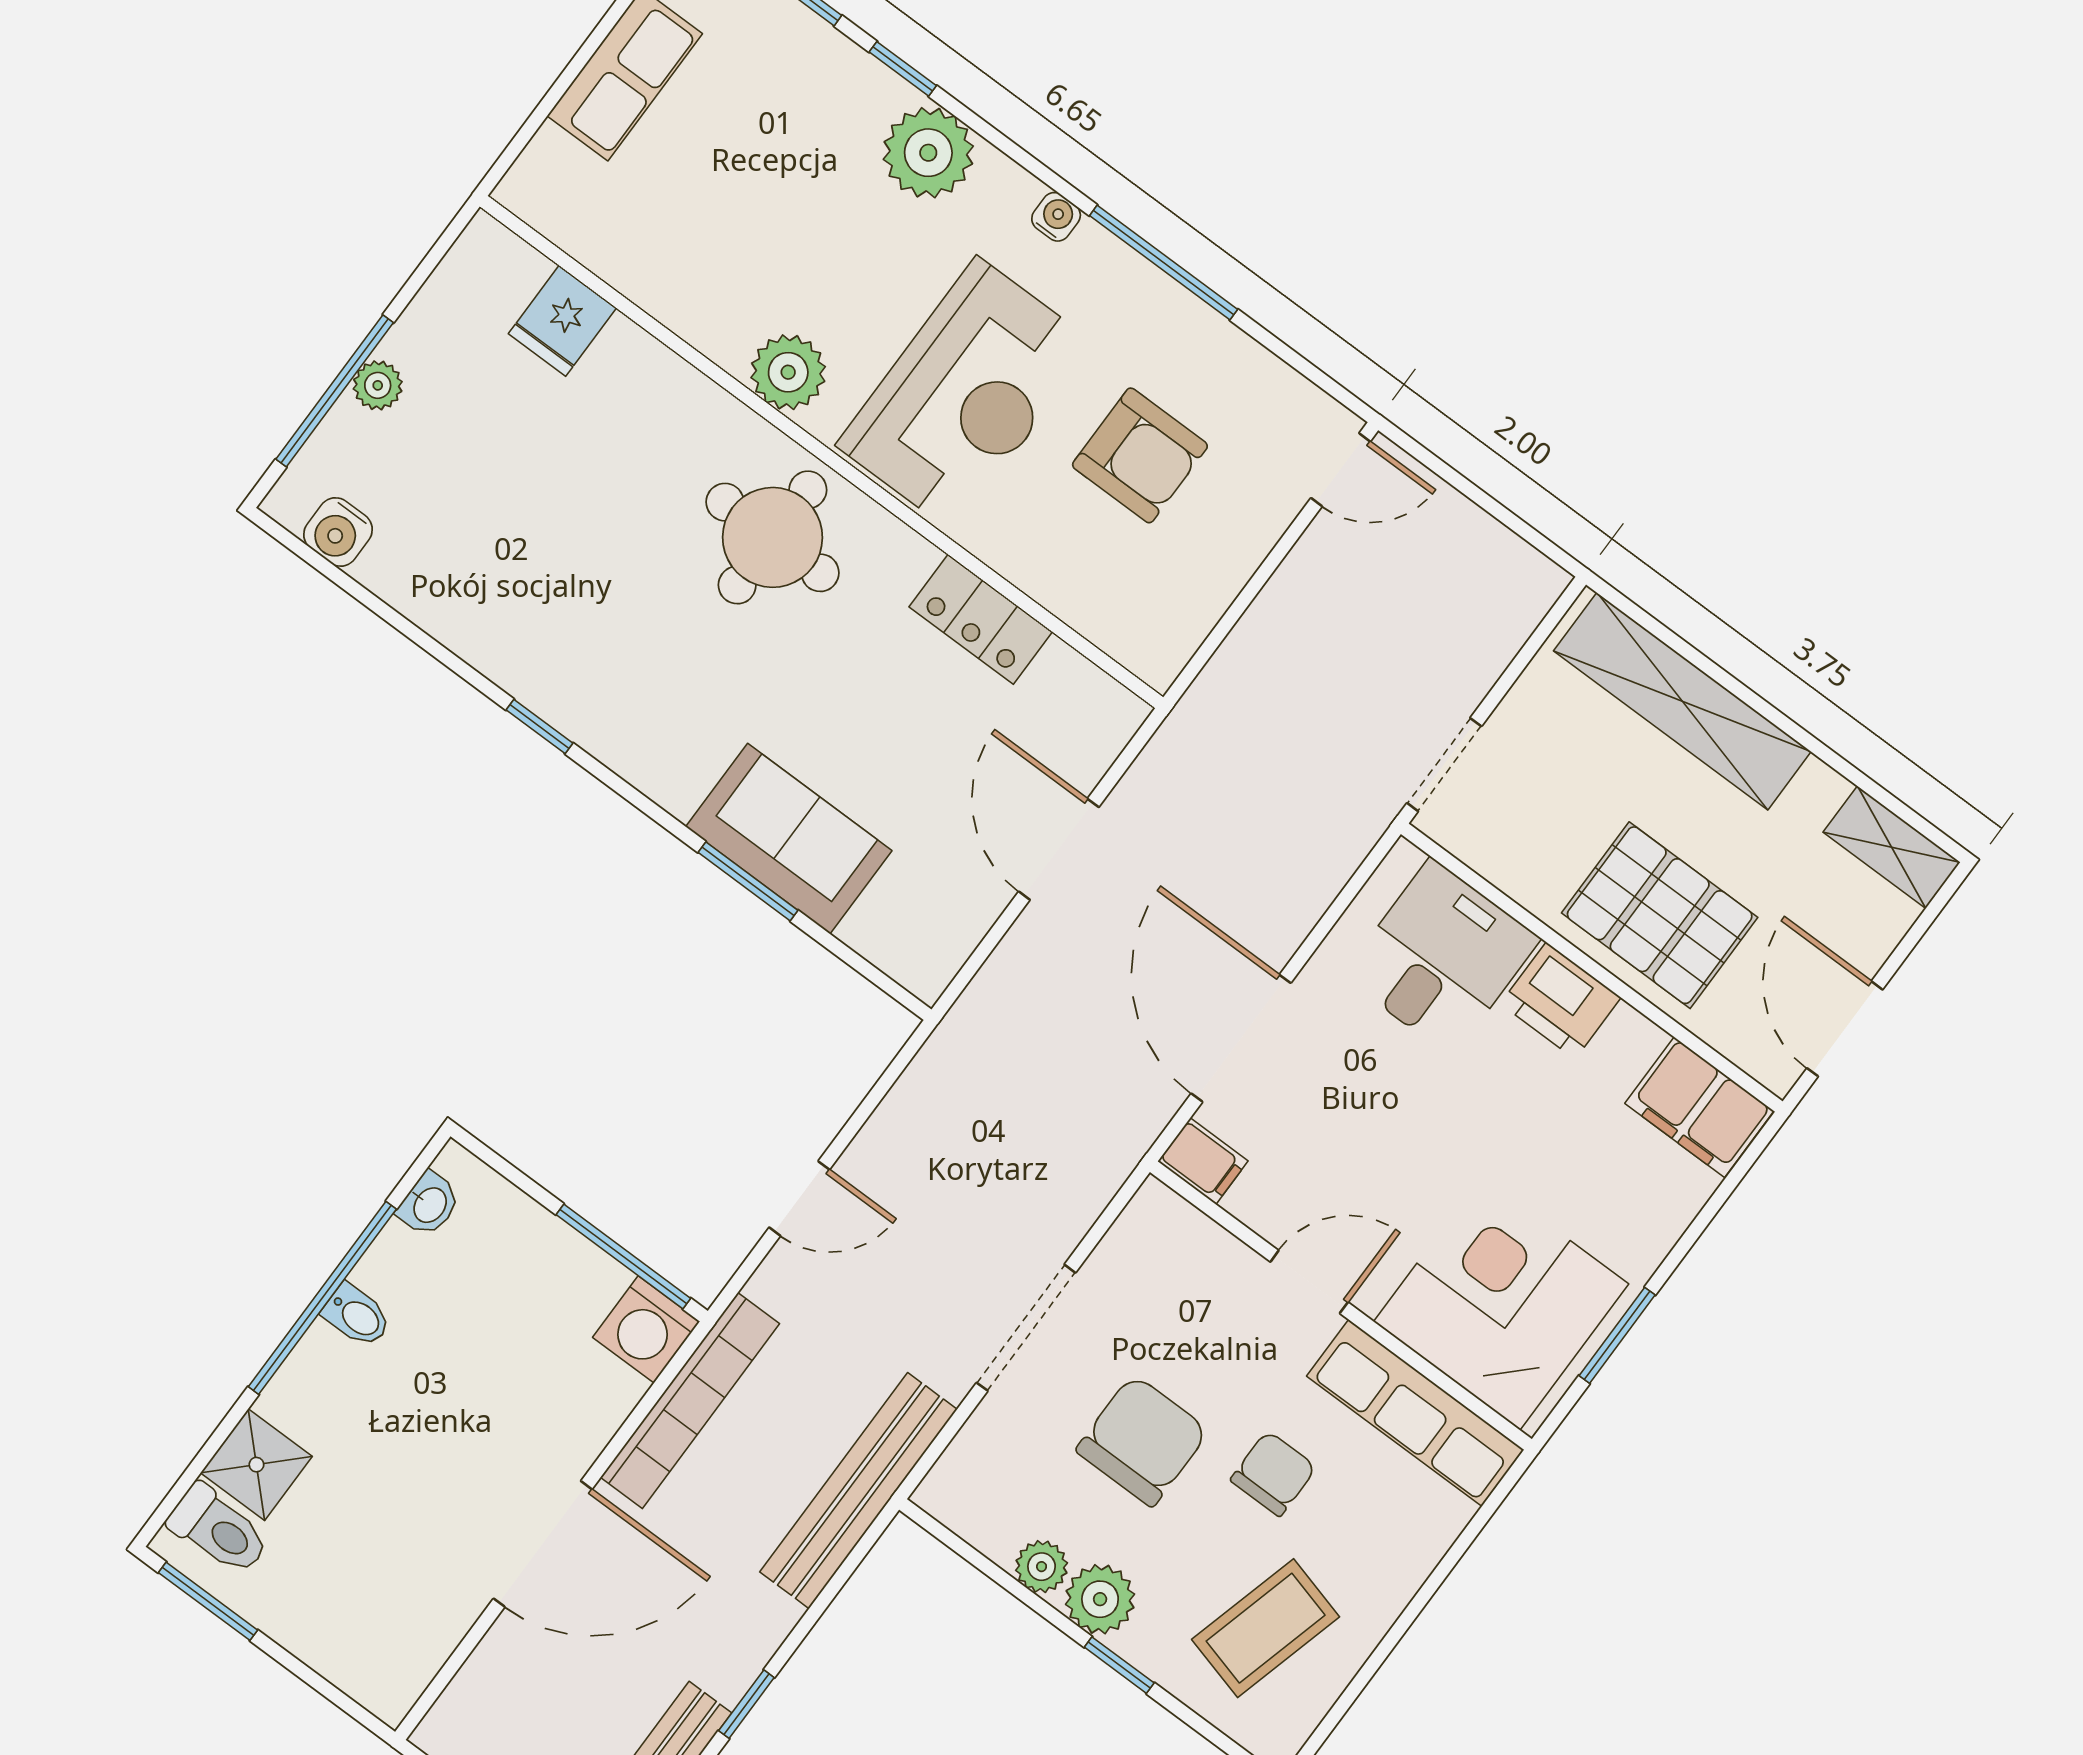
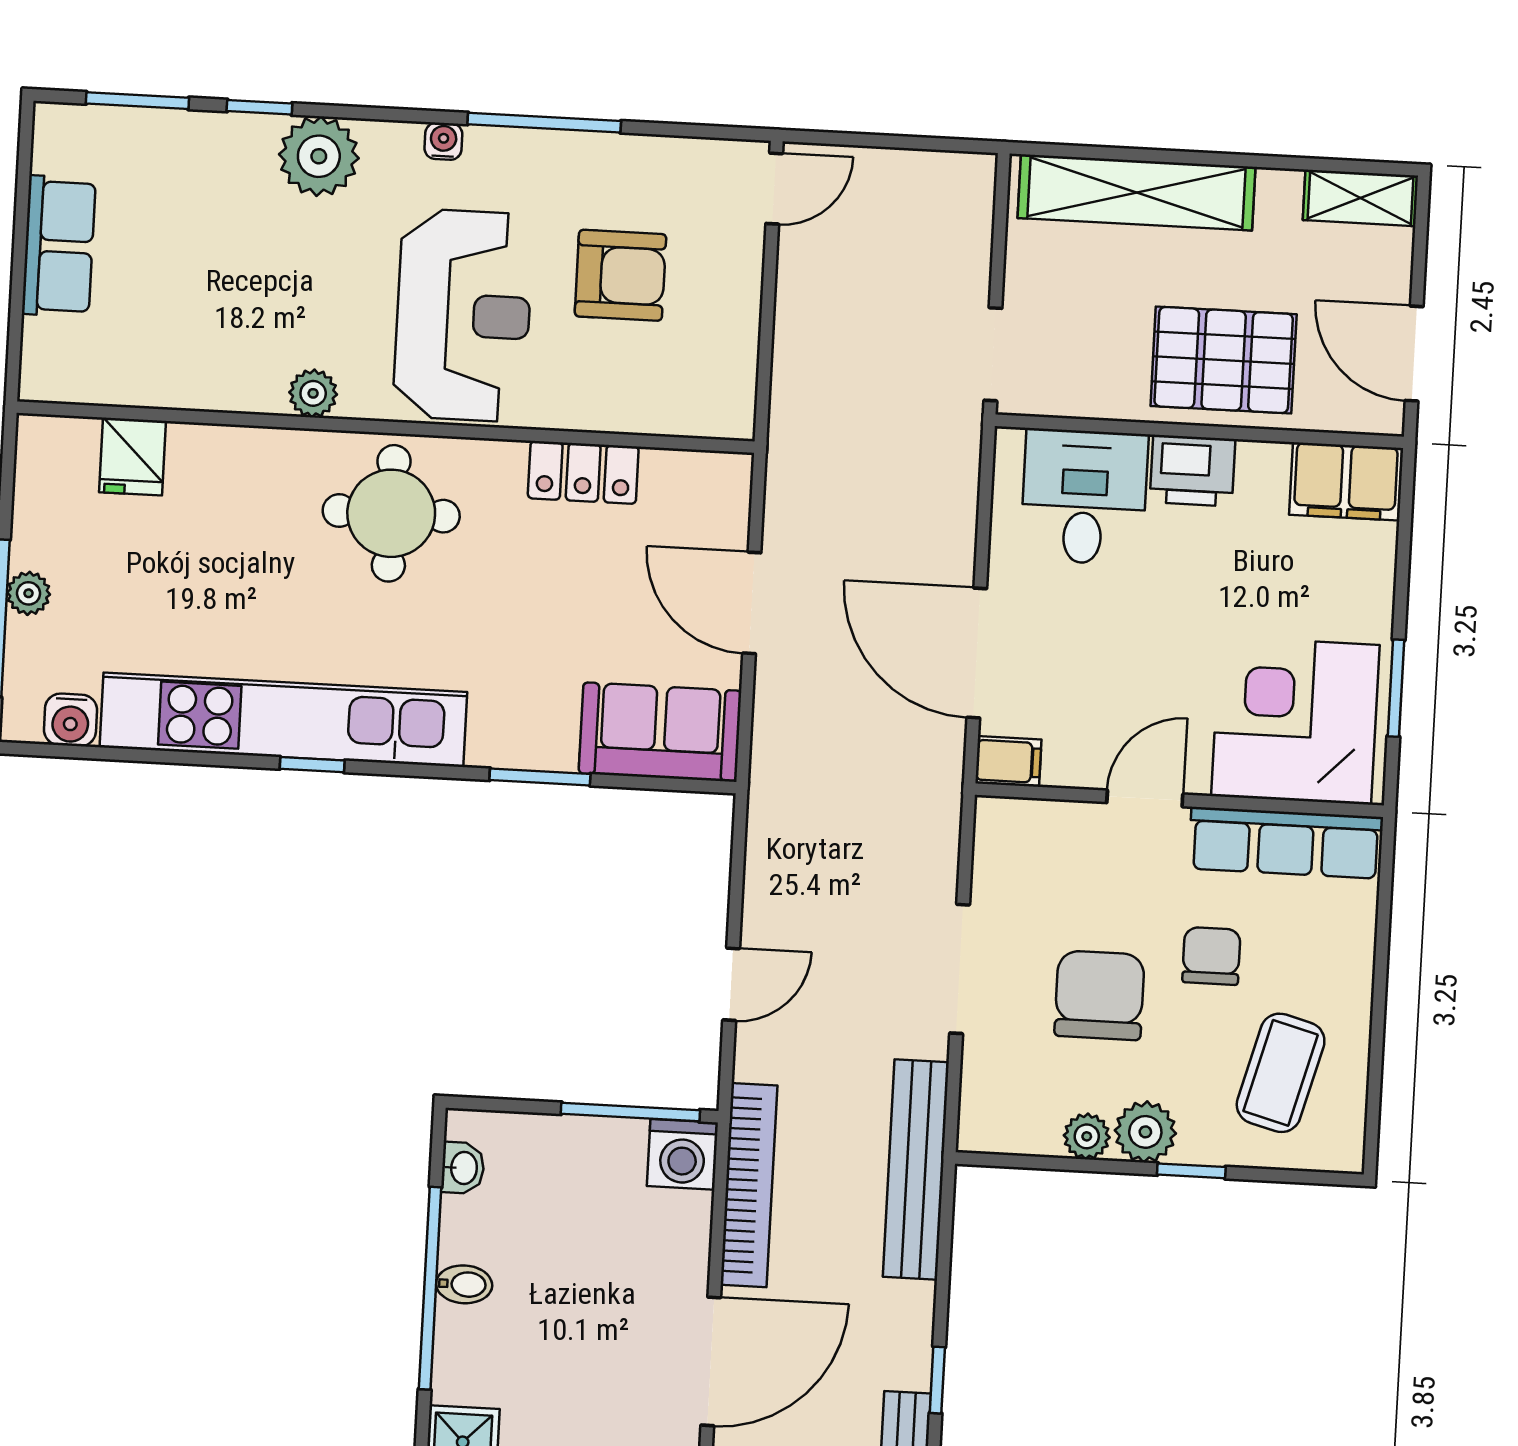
plant: (788, 372) -> (313, 393), width x0.73, depth x0.73
kitchen unit: (540, 666) -> (283, 720), added
sofa: (789, 839) -> (660, 732), moved

